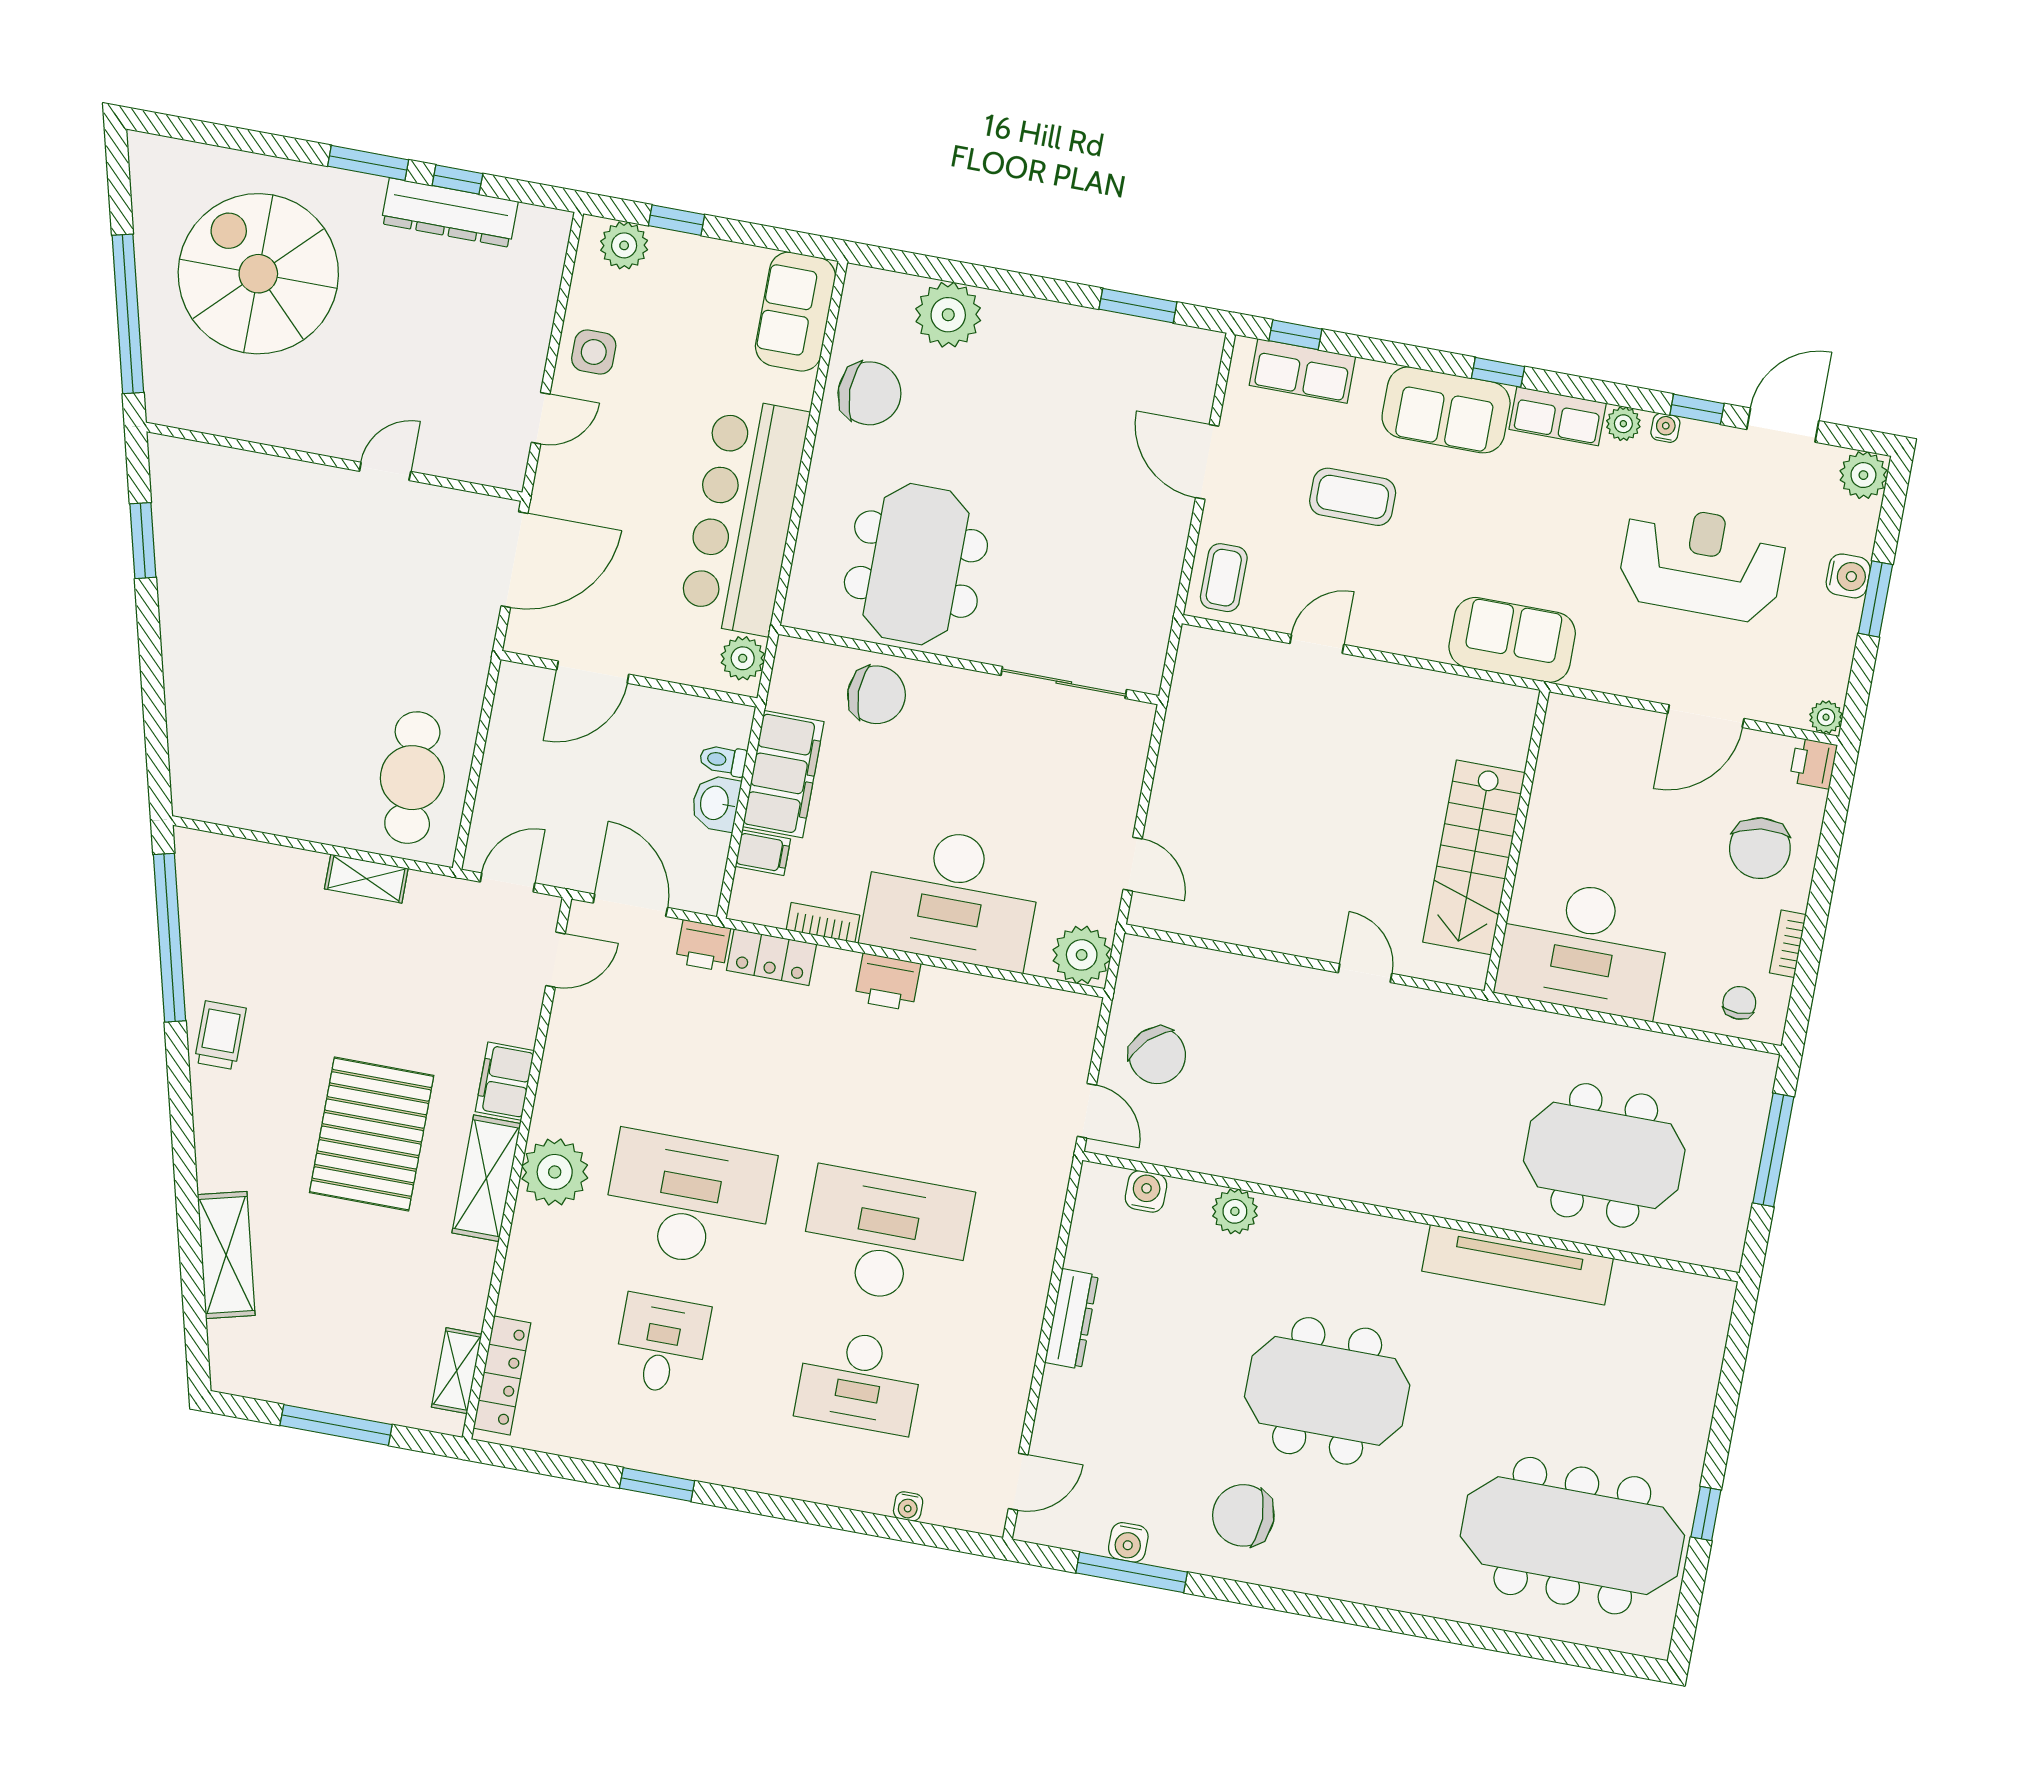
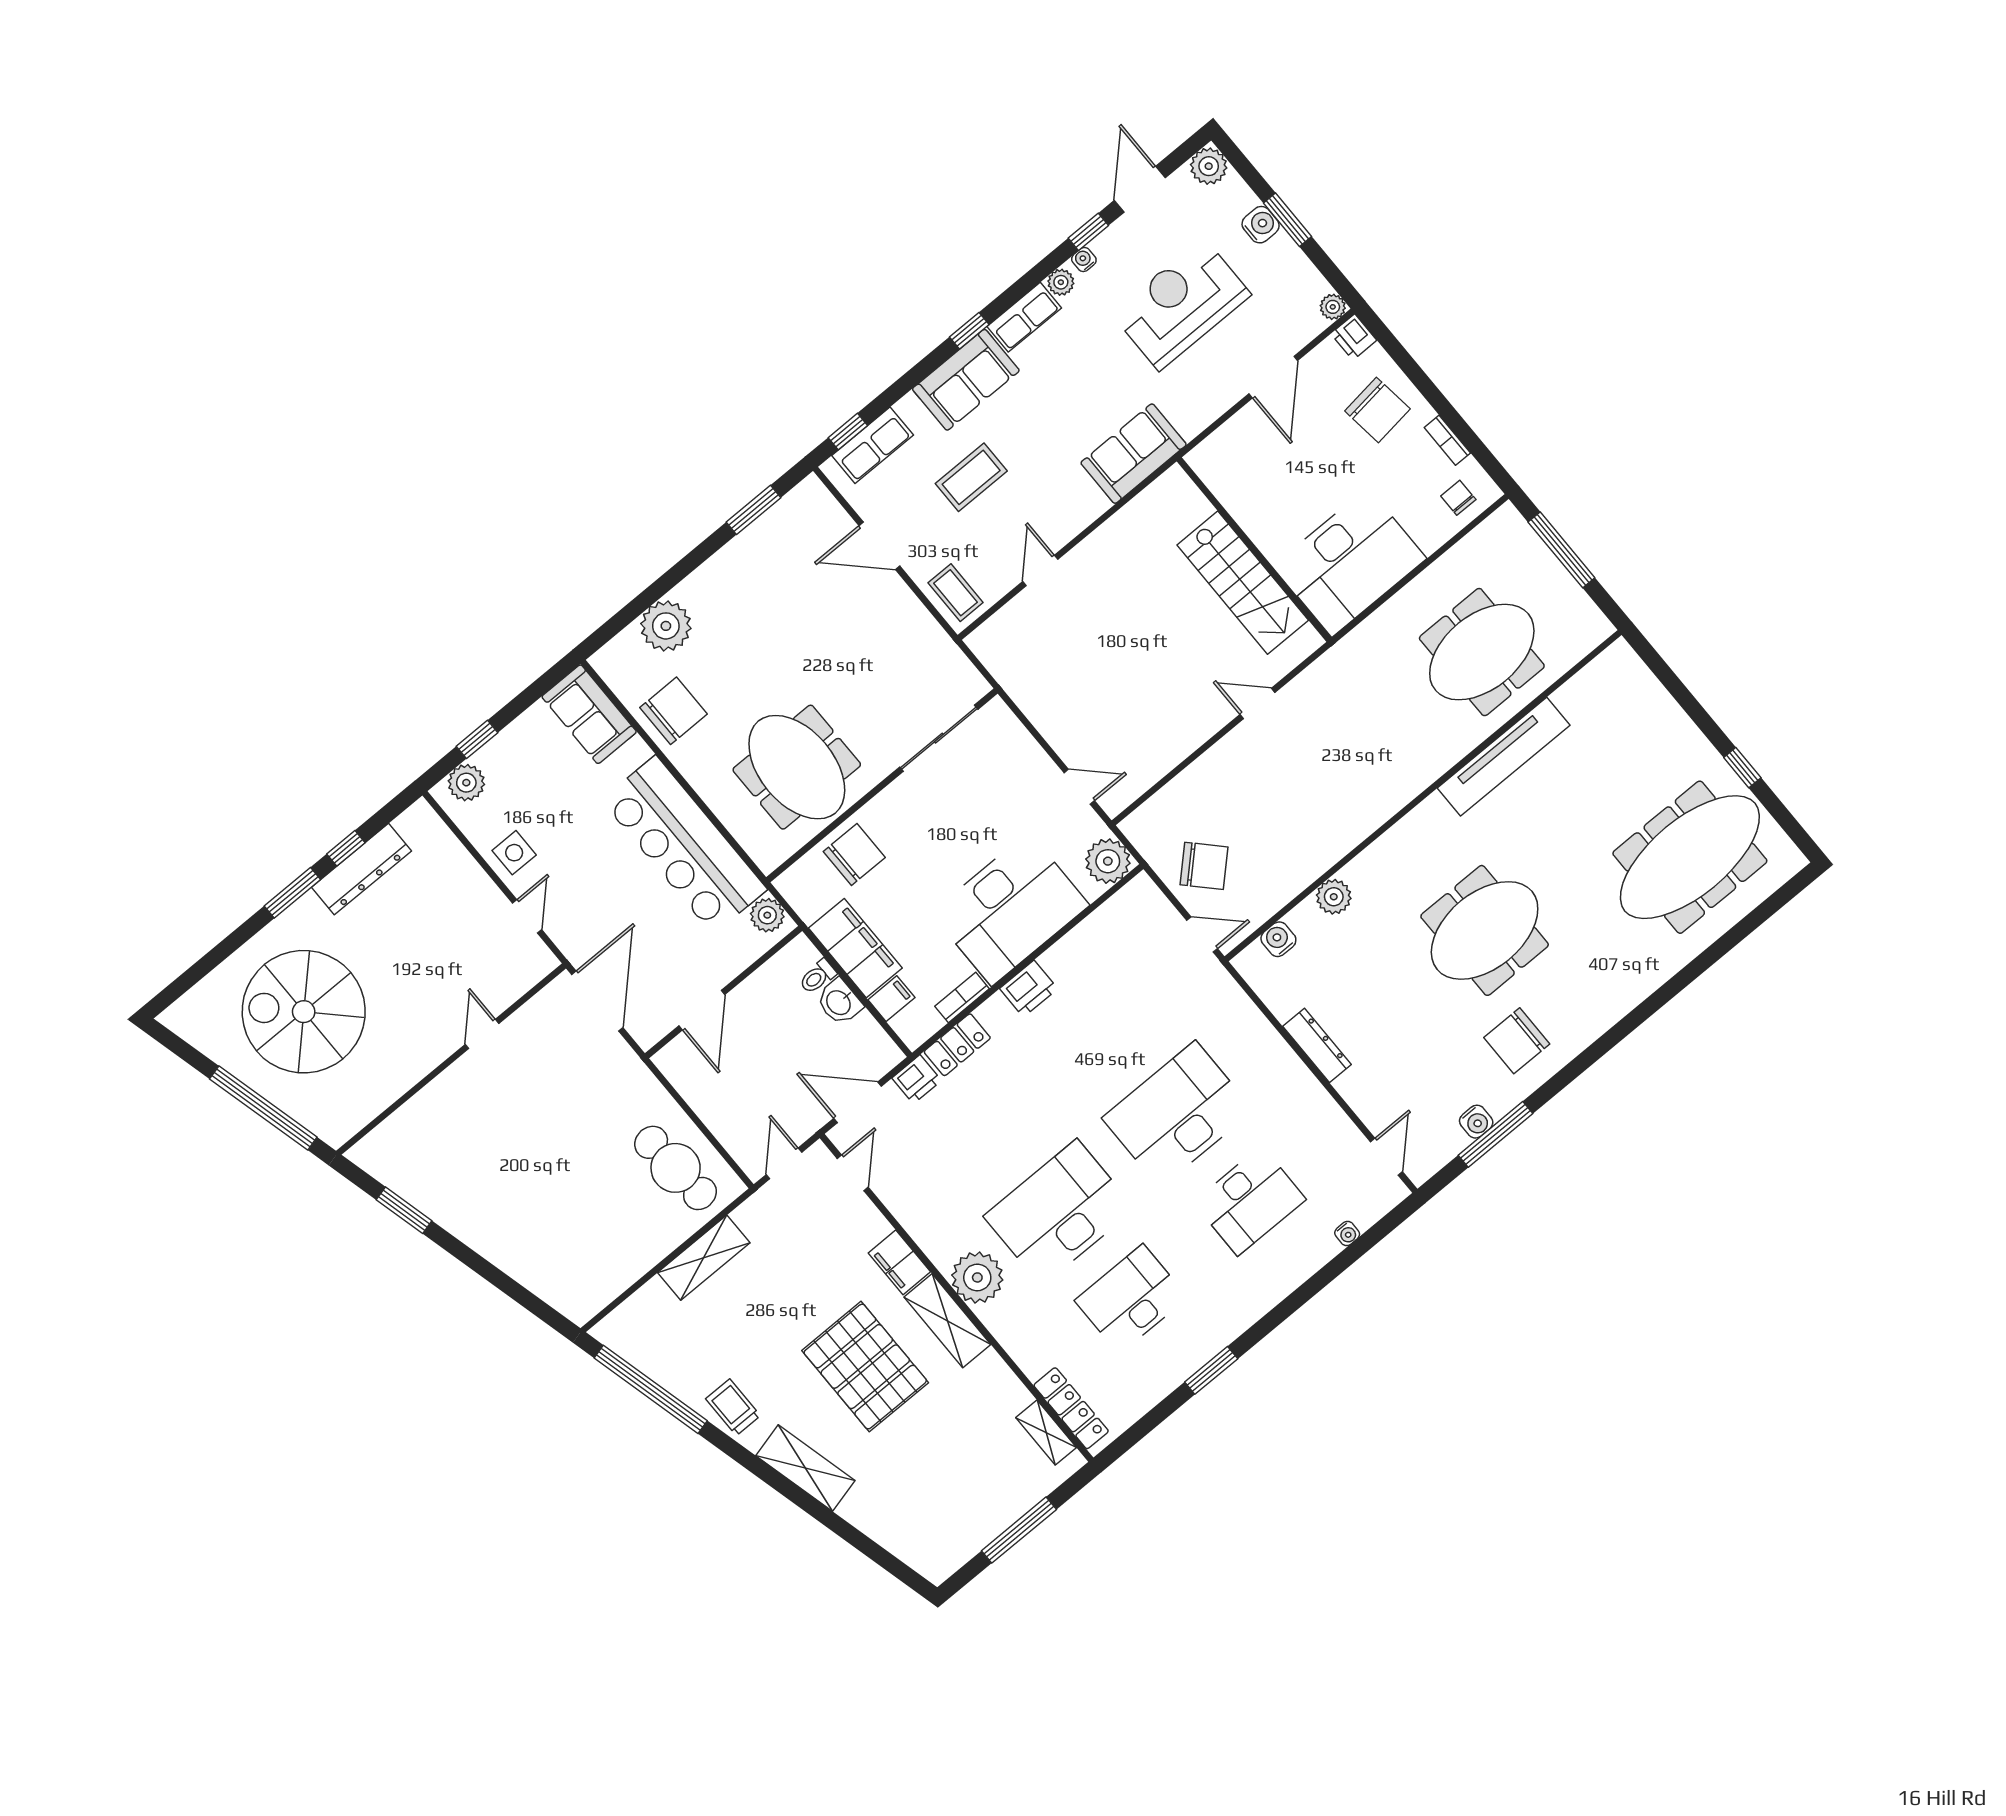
shelving: (366, 879) -> (704, 1258), width x1.50, depth x1.33
shelving: (226, 1255) -> (805, 1468), moved
desk: (662, 1344) -> (1131, 1299), width x1.37

